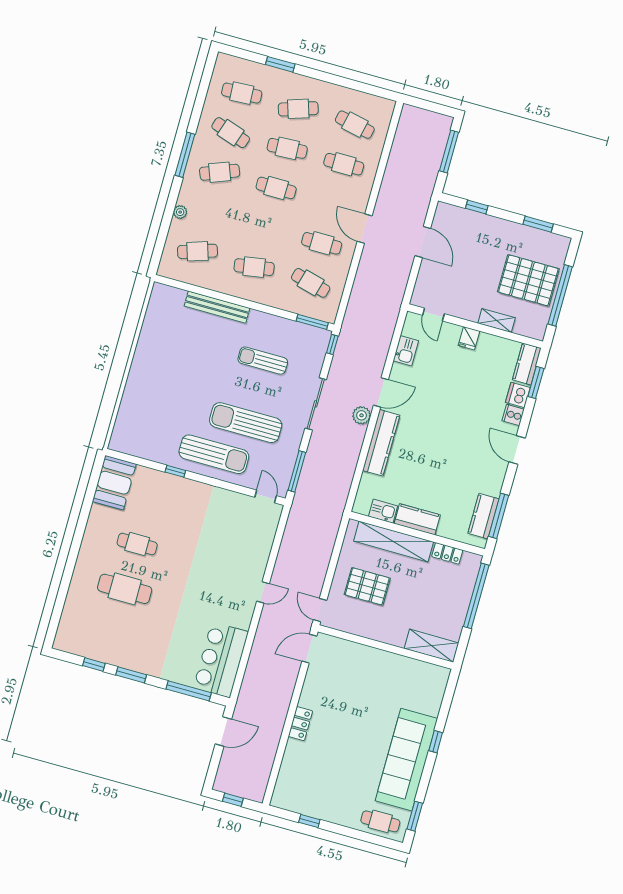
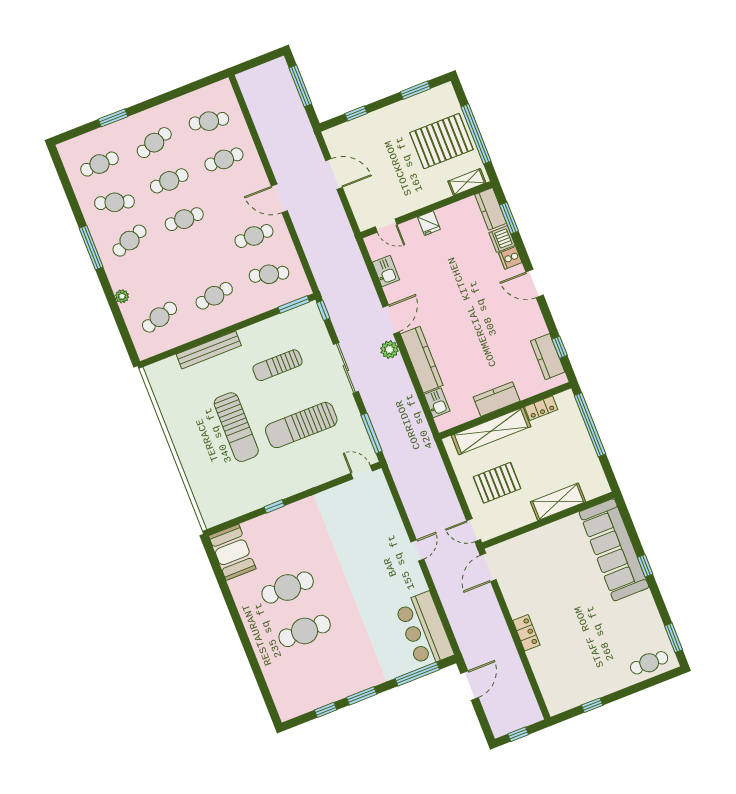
shelving: (497, 321) -> (467, 182), moved
sun lounger: (214, 454) -> (236, 427), moved, turned 90
kitchen sink: (383, 511) -> (437, 403), moved, turned 90
window: (499, 516) -> (560, 347), width x0.46
cafe table: (137, 544) -> (288, 587), width x1.37, depth x1.35
shelving: (431, 646) -> (558, 502), moved
sofa: (406, 760) -> (614, 550), moved

